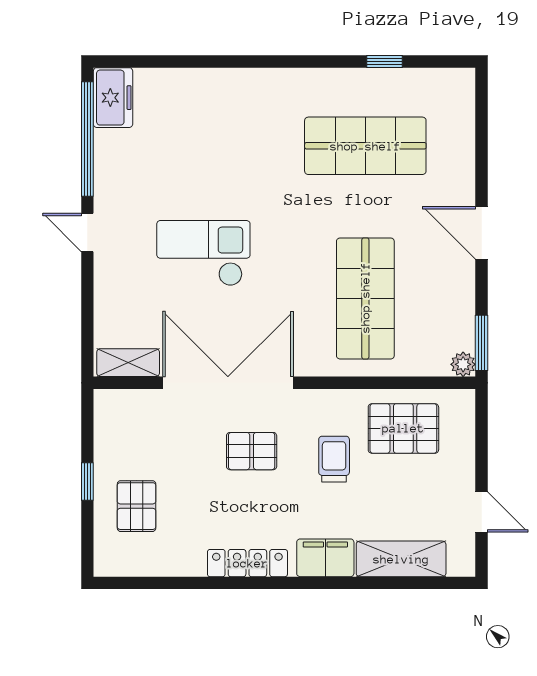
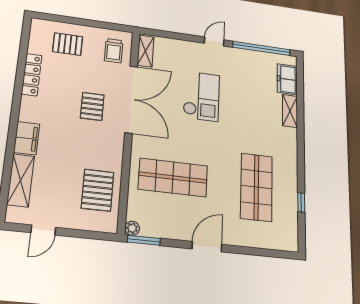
shelving: (209, 82) -> (290, 111), added
freezer: (113, 98) -> (287, 79), moved, turned 90
trolley: (334, 459) -> (114, 51), moved, turned 90
window: (87, 481) -> (84, 22), removed
locker: (247, 563) -> (32, 75), moved

